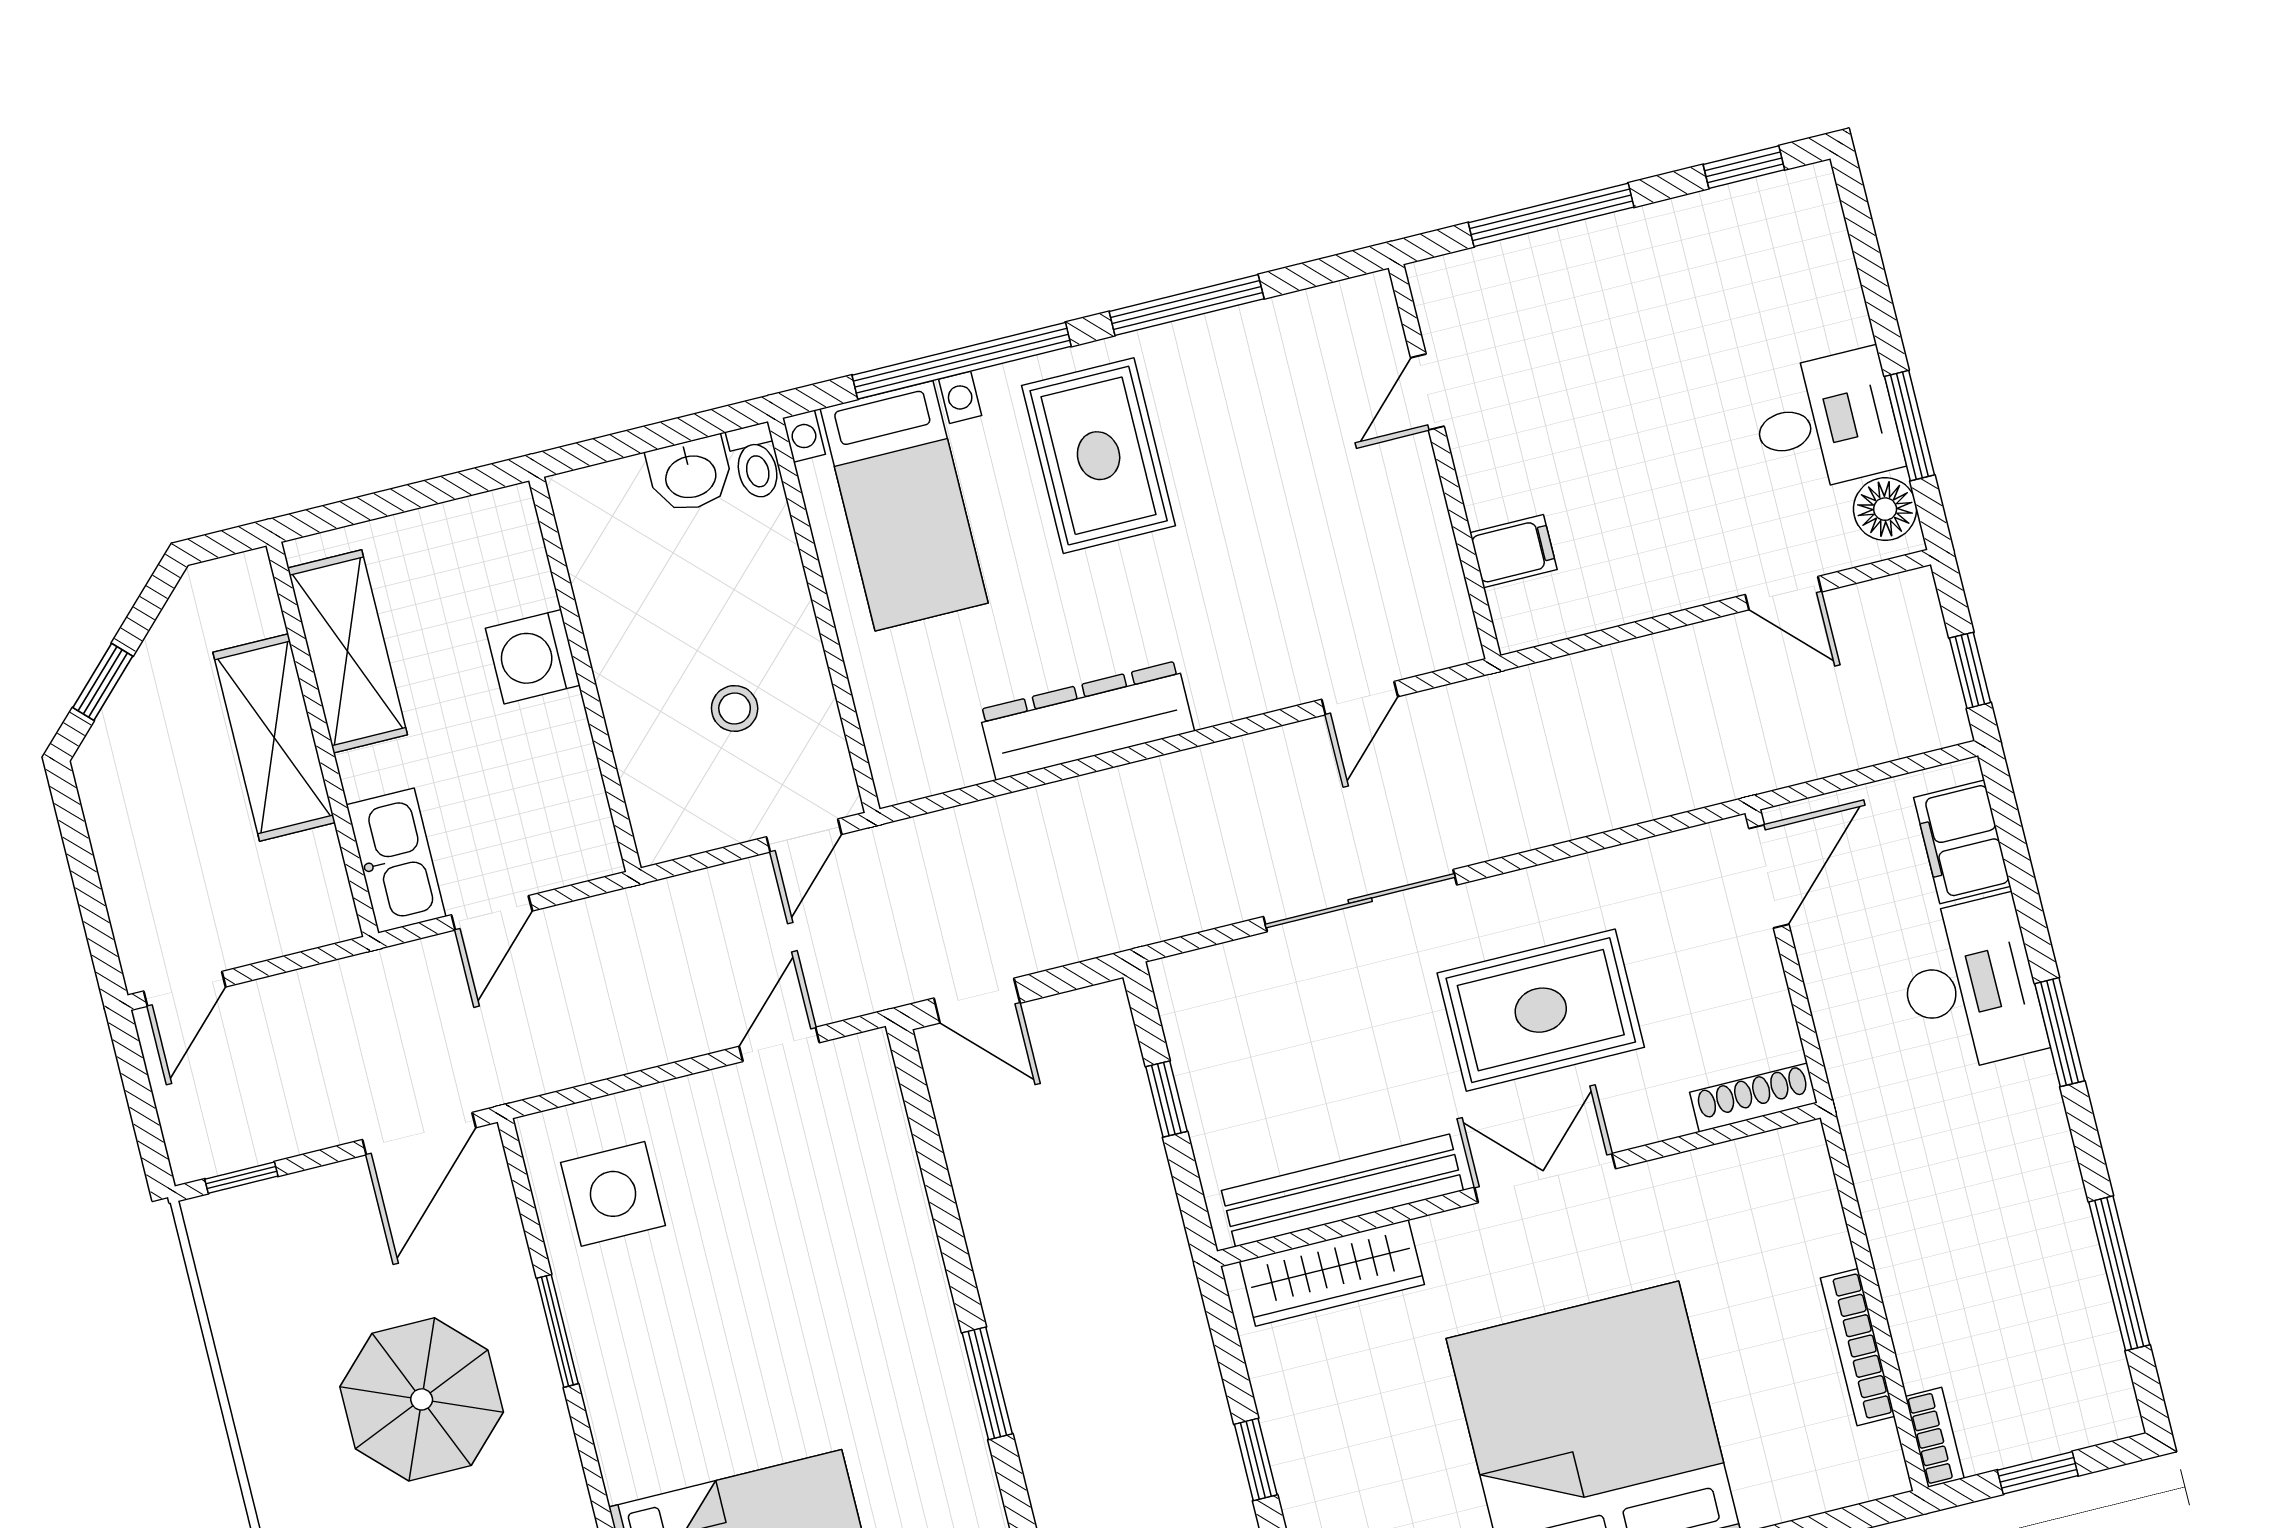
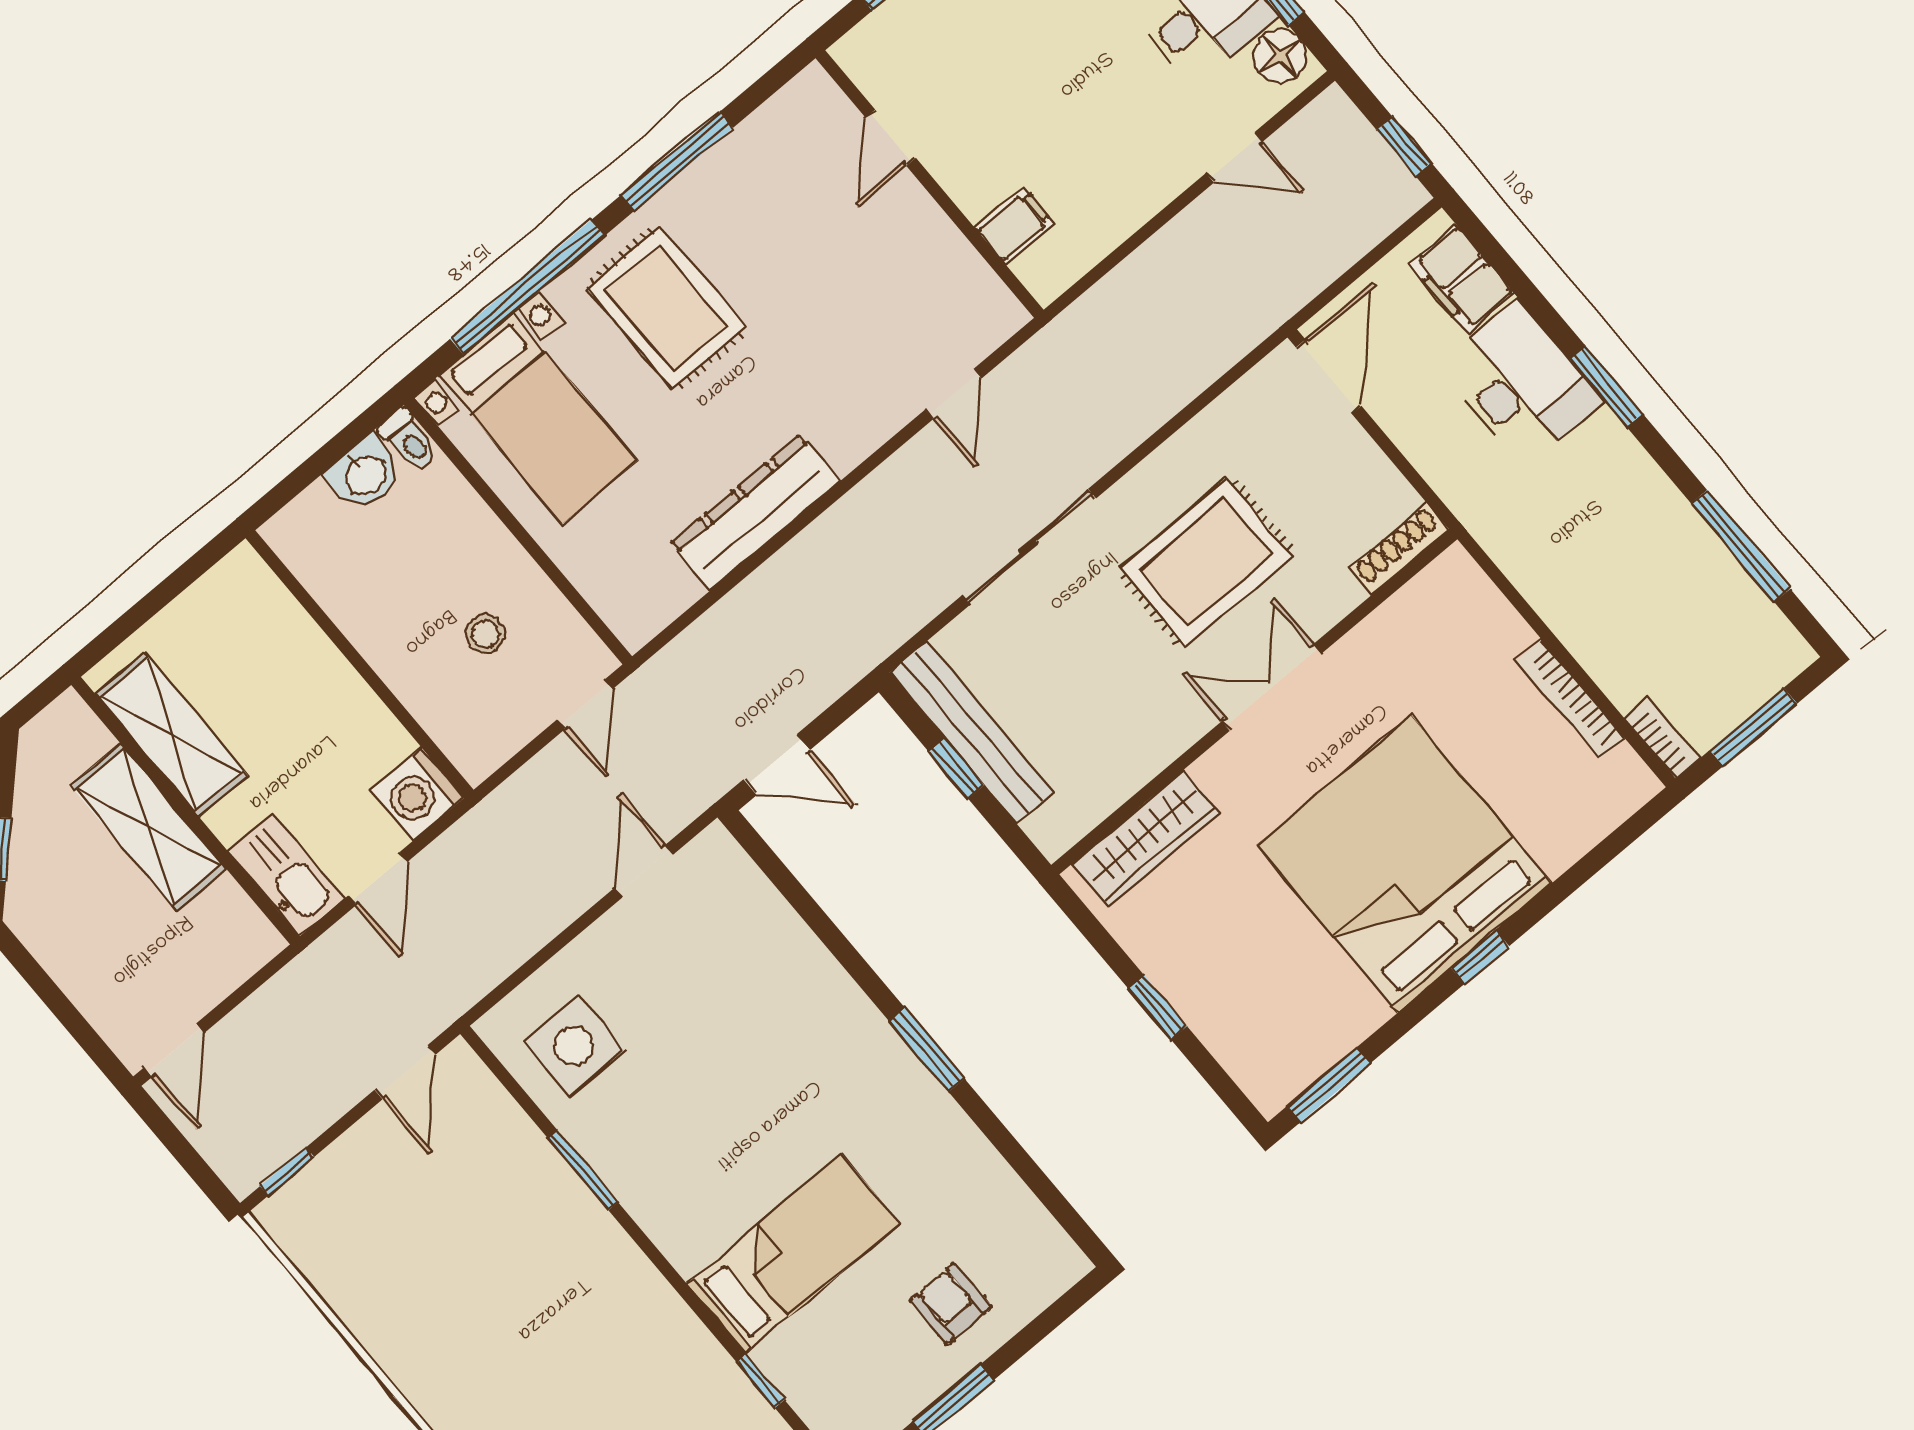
washing machine: (533, 657) -> (418, 794), moved
door: (419, 1134) -> (405, 1072), width x0.73
bench: (1342, 1190) -> (972, 732), moved, turned 90
parasol: (422, 1399) -> (506, 1272), removed
window: (2038, 1473) -> (1753, 727), width x1.50

